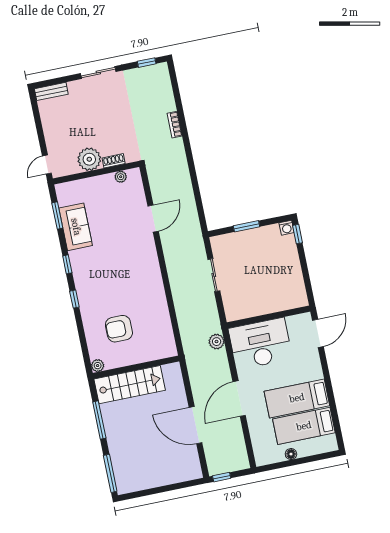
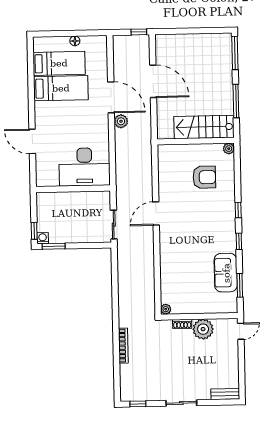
bookcase: (175, 125) -> (123, 346), width x1.56
plant: (121, 177) -> (166, 309), moved
door: (153, 219) -> (156, 214), moved
window: (247, 226) -> (54, 246), moved
sliding door: (214, 275) -> (114, 225), moved
wall: (268, 317) -> (73, 189), moved
door: (318, 333) -> (32, 141), hinge flipped
plant: (217, 342) -> (121, 121), moved
desk: (260, 344) -> (84, 167), moved
door: (239, 399) -> (111, 97), hinge flipped

